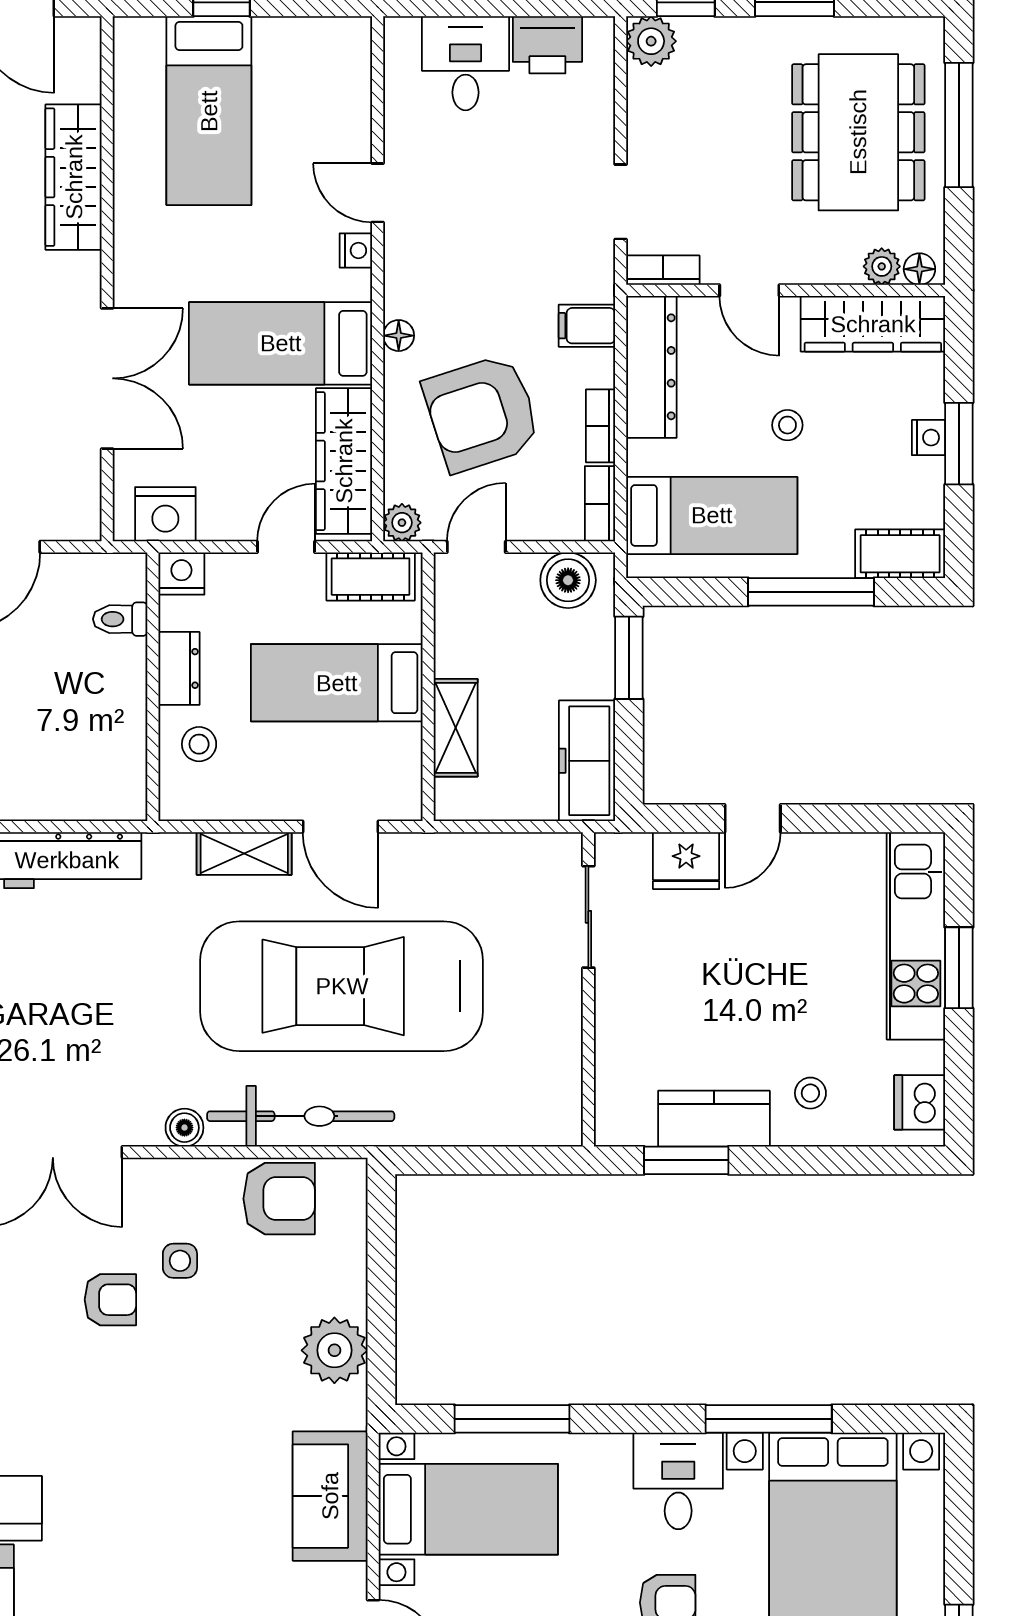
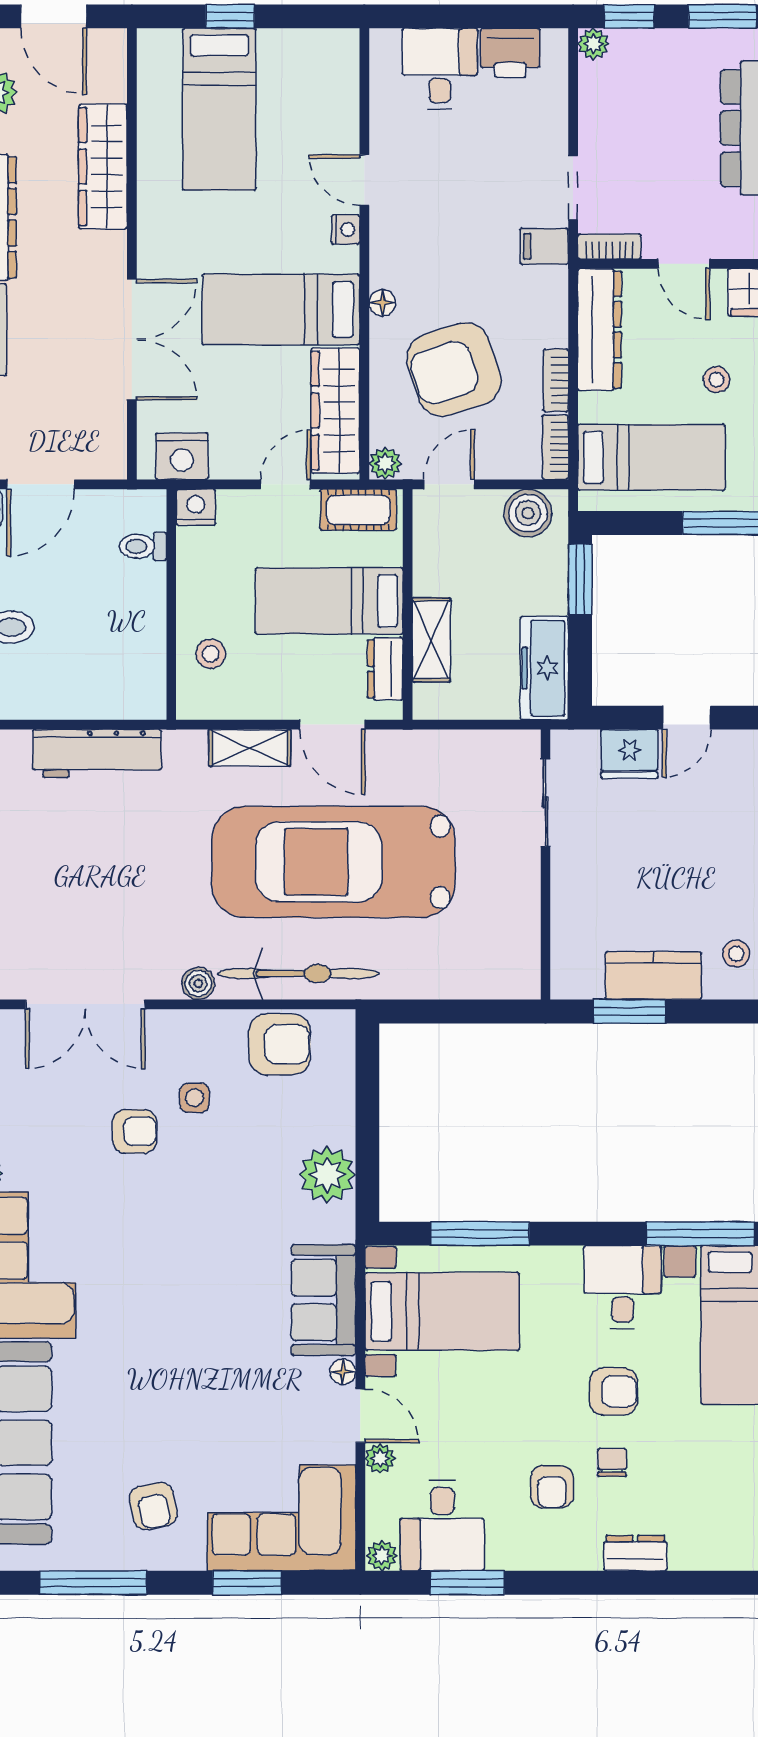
plant: (651, 41) -> (593, 44), width x0.73, depth x0.73
filing cabinet: (587, 326) -> (544, 246), moved
dresser: (179, 668) -> (385, 669), moved, turned 180
floor lamp: (353, 1579) -> (343, 1372), added

